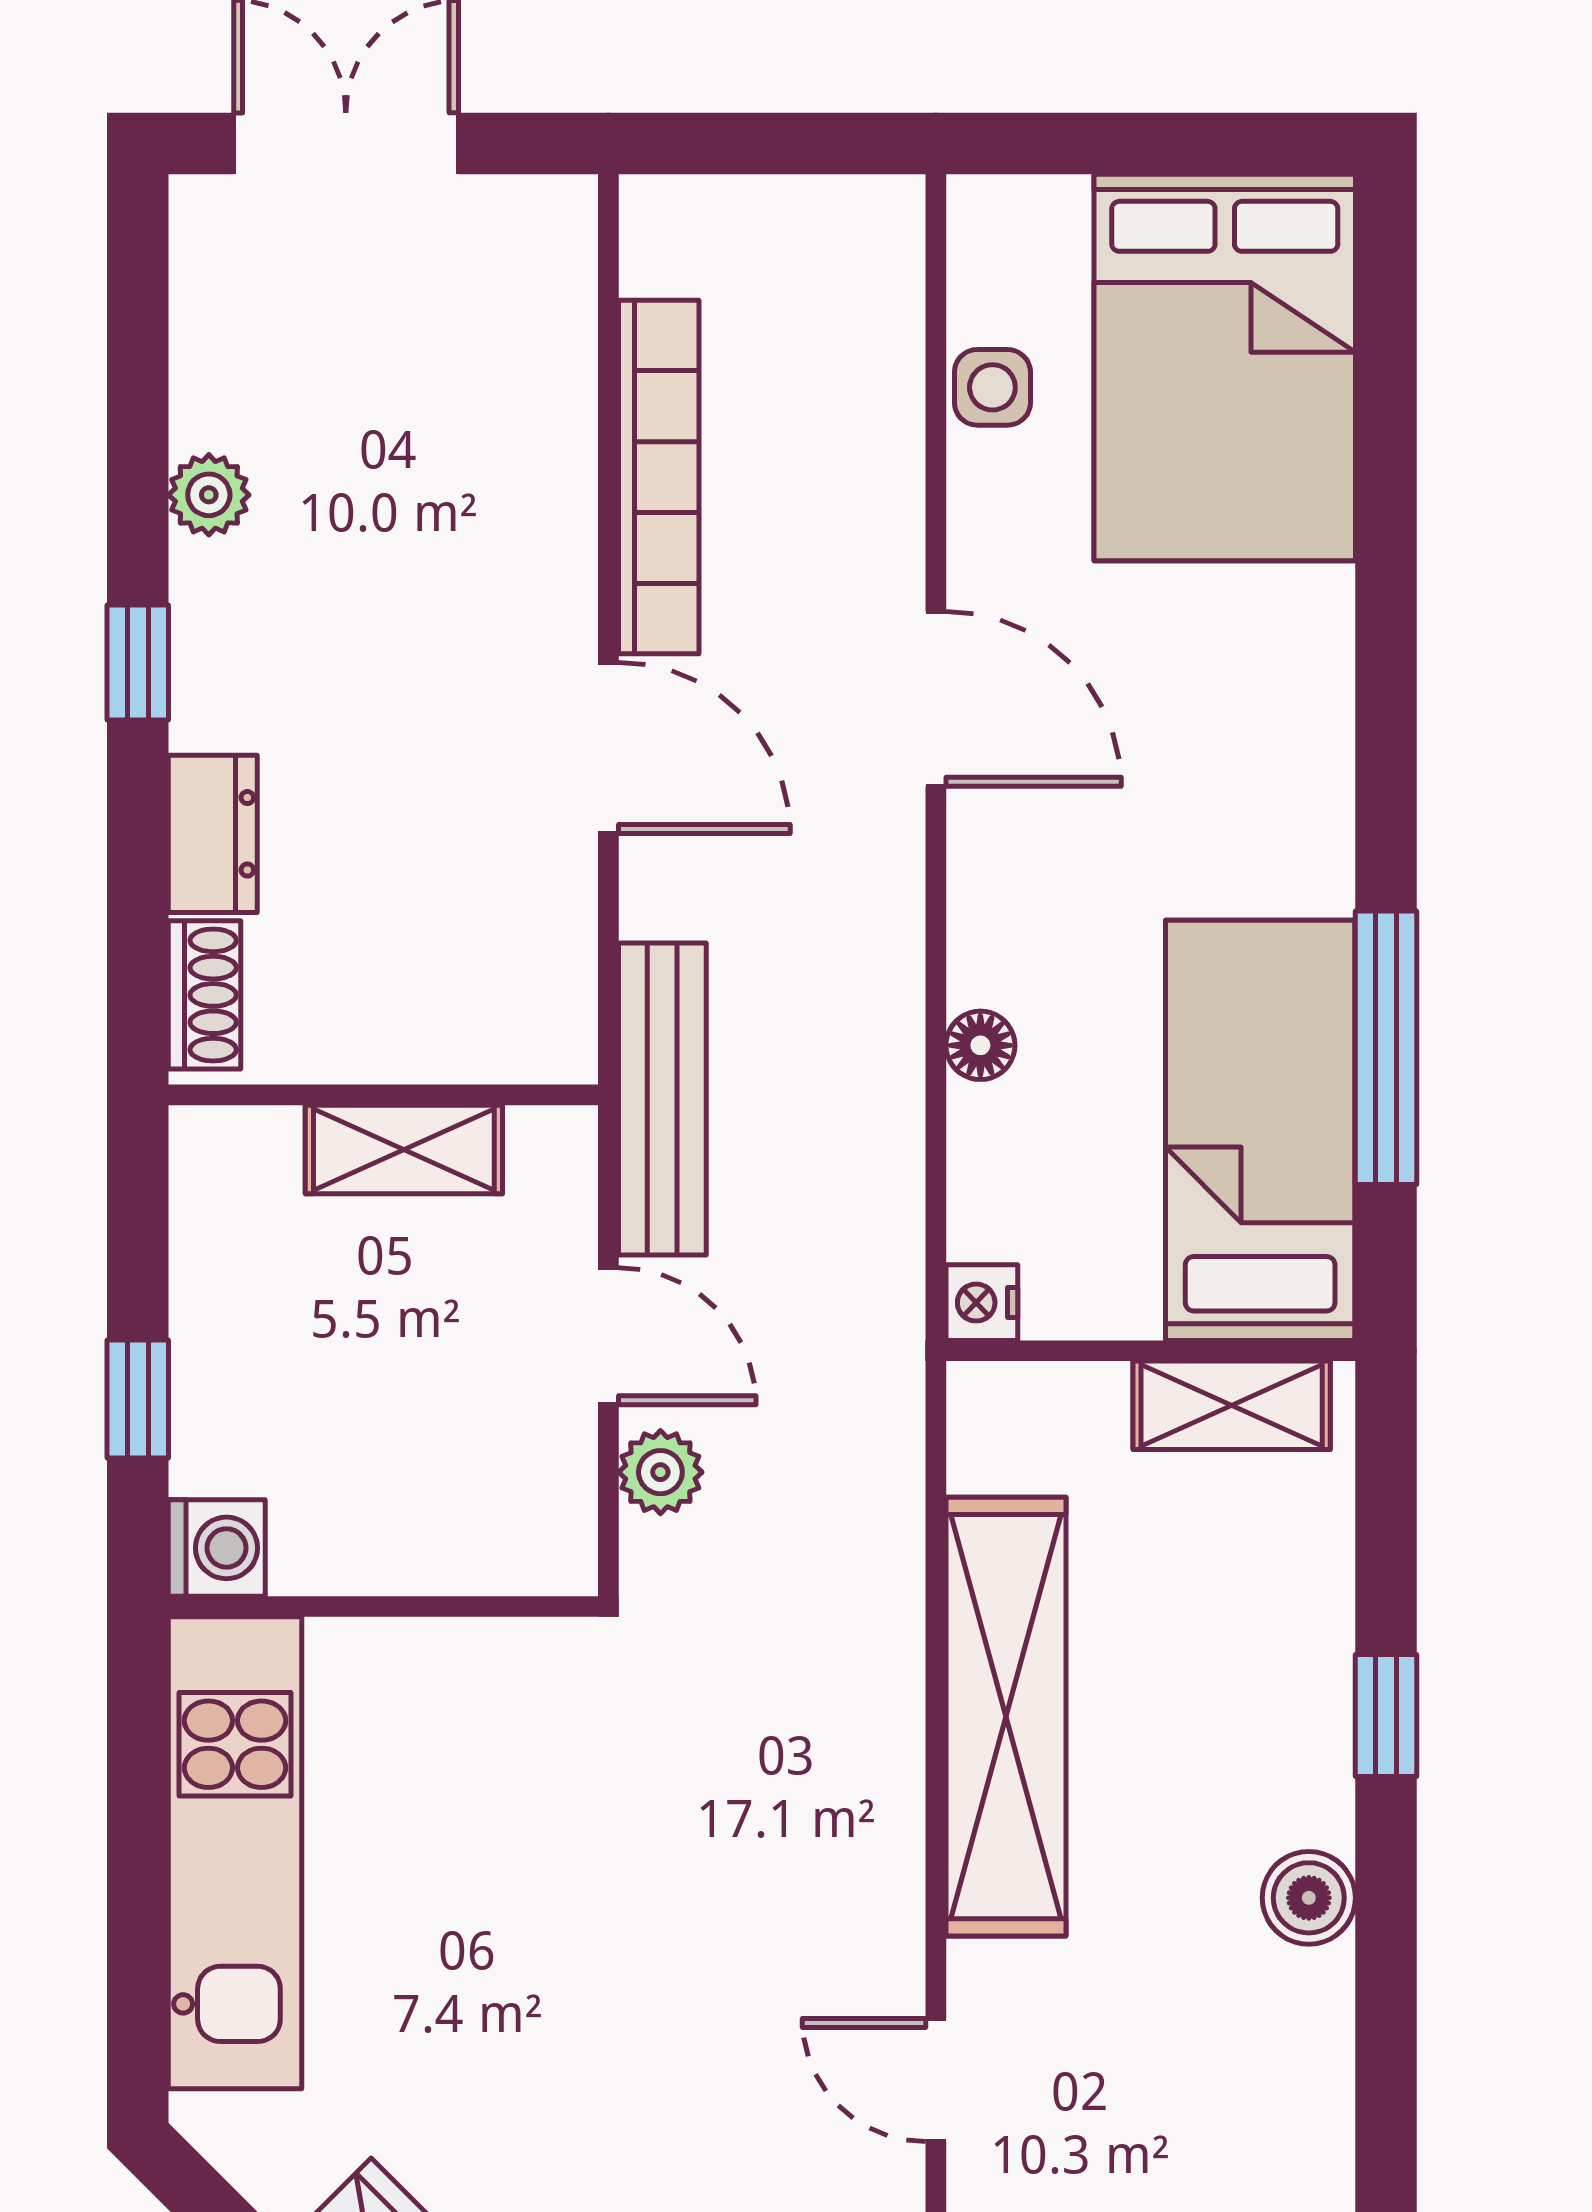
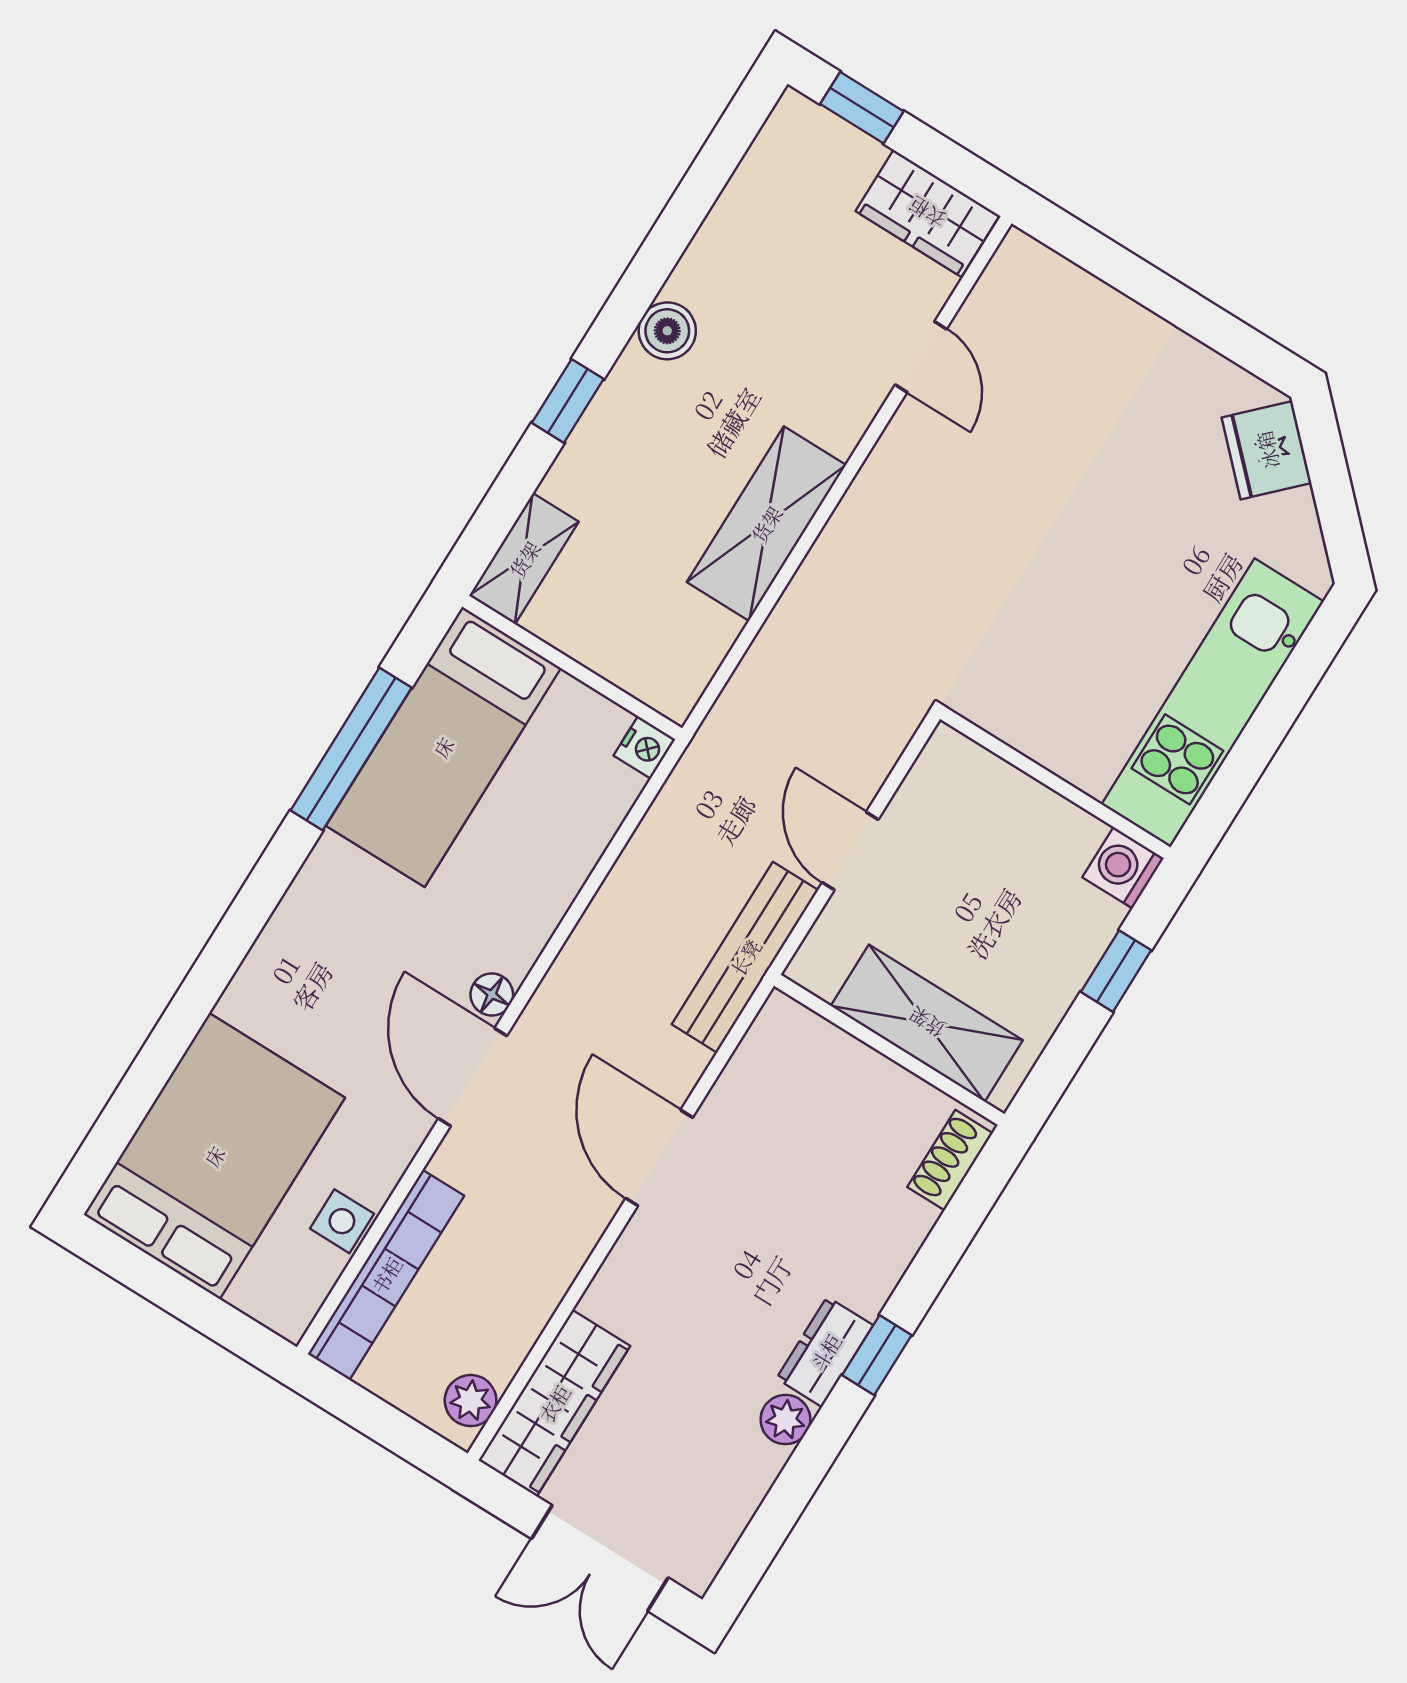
wardrobe: (542, 319) -> (554, 1403), added
bookcase: (659, 477) -> (386, 1275), moved, turned 180
dresser: (213, 834) -> (825, 1352), moved
floor lamp: (980, 1045) -> (492, 994), moved
shelving: (404, 1149) -> (927, 1023), width x1.50, depth x1.33
shelving: (1232, 1405) -> (524, 559), moved, turned 90
plant: (660, 1472) -> (471, 1401), moved
shelving: (1006, 1717) -> (766, 524), width x0.68

